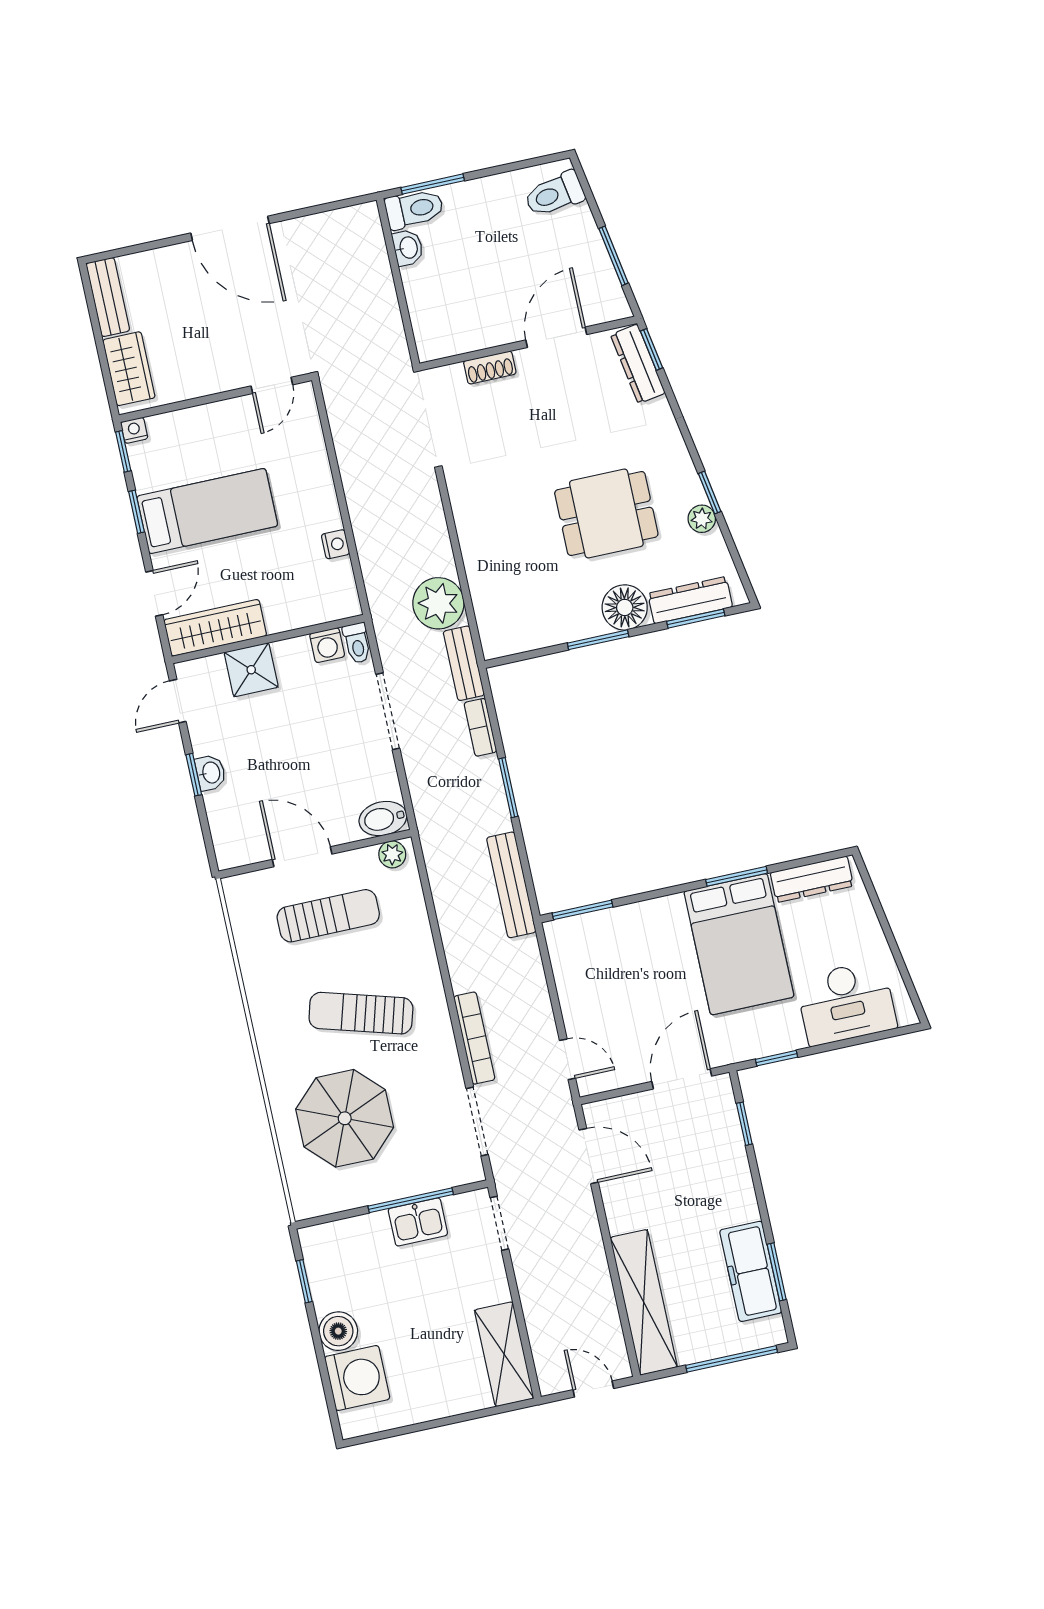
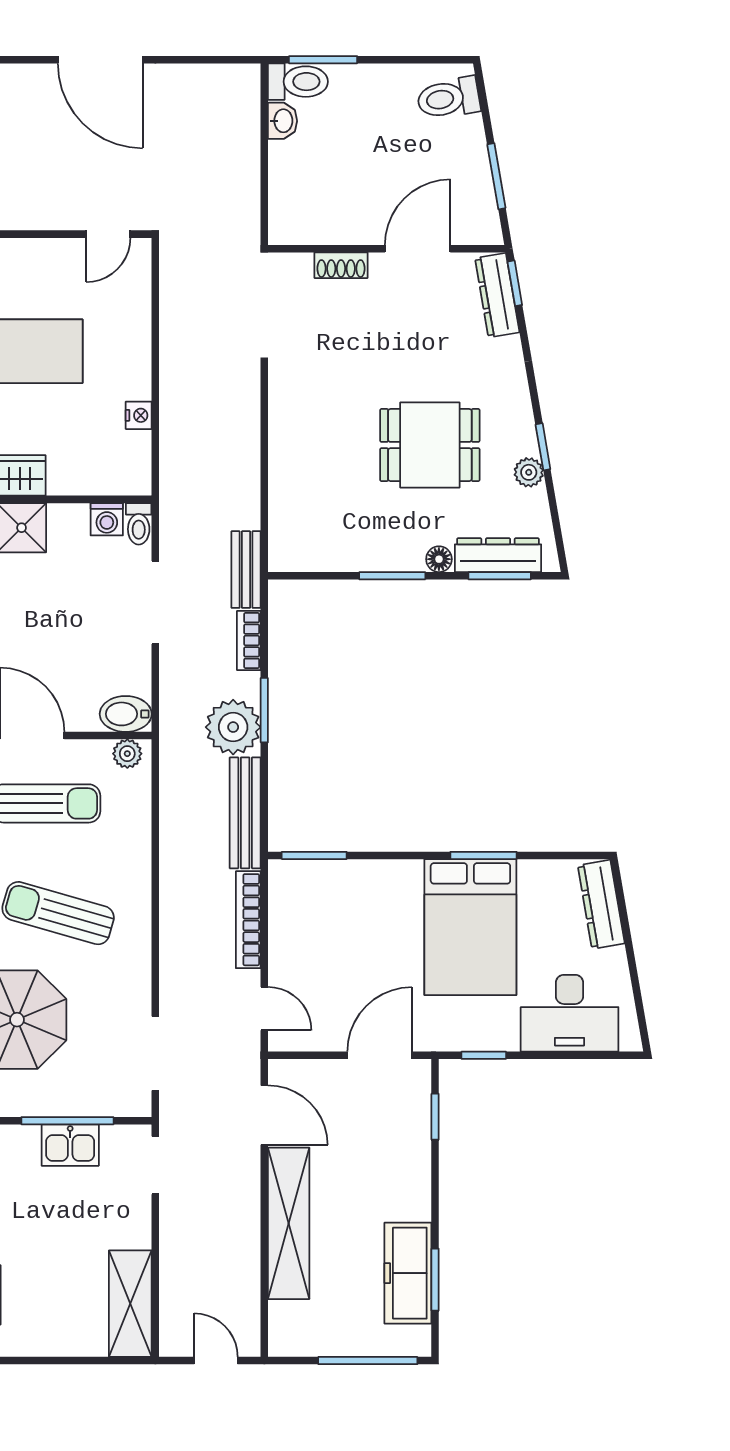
plant: (438, 603) -> (233, 727), moved
floor lamp: (625, 607) -> (439, 559), width x0.53, depth x0.53
dresser: (812, 879) -> (601, 904), moved, turned 80
bookcase: (474, 1038) -> (248, 920), moved, turned 180
shelving: (644, 1302) -> (289, 1223), moved

